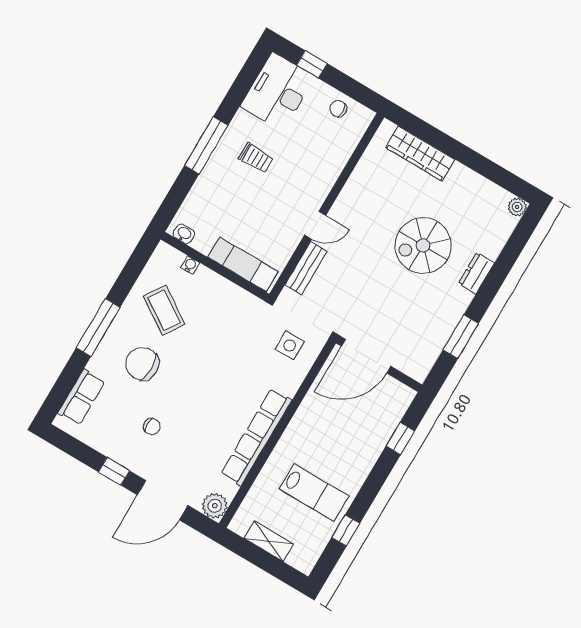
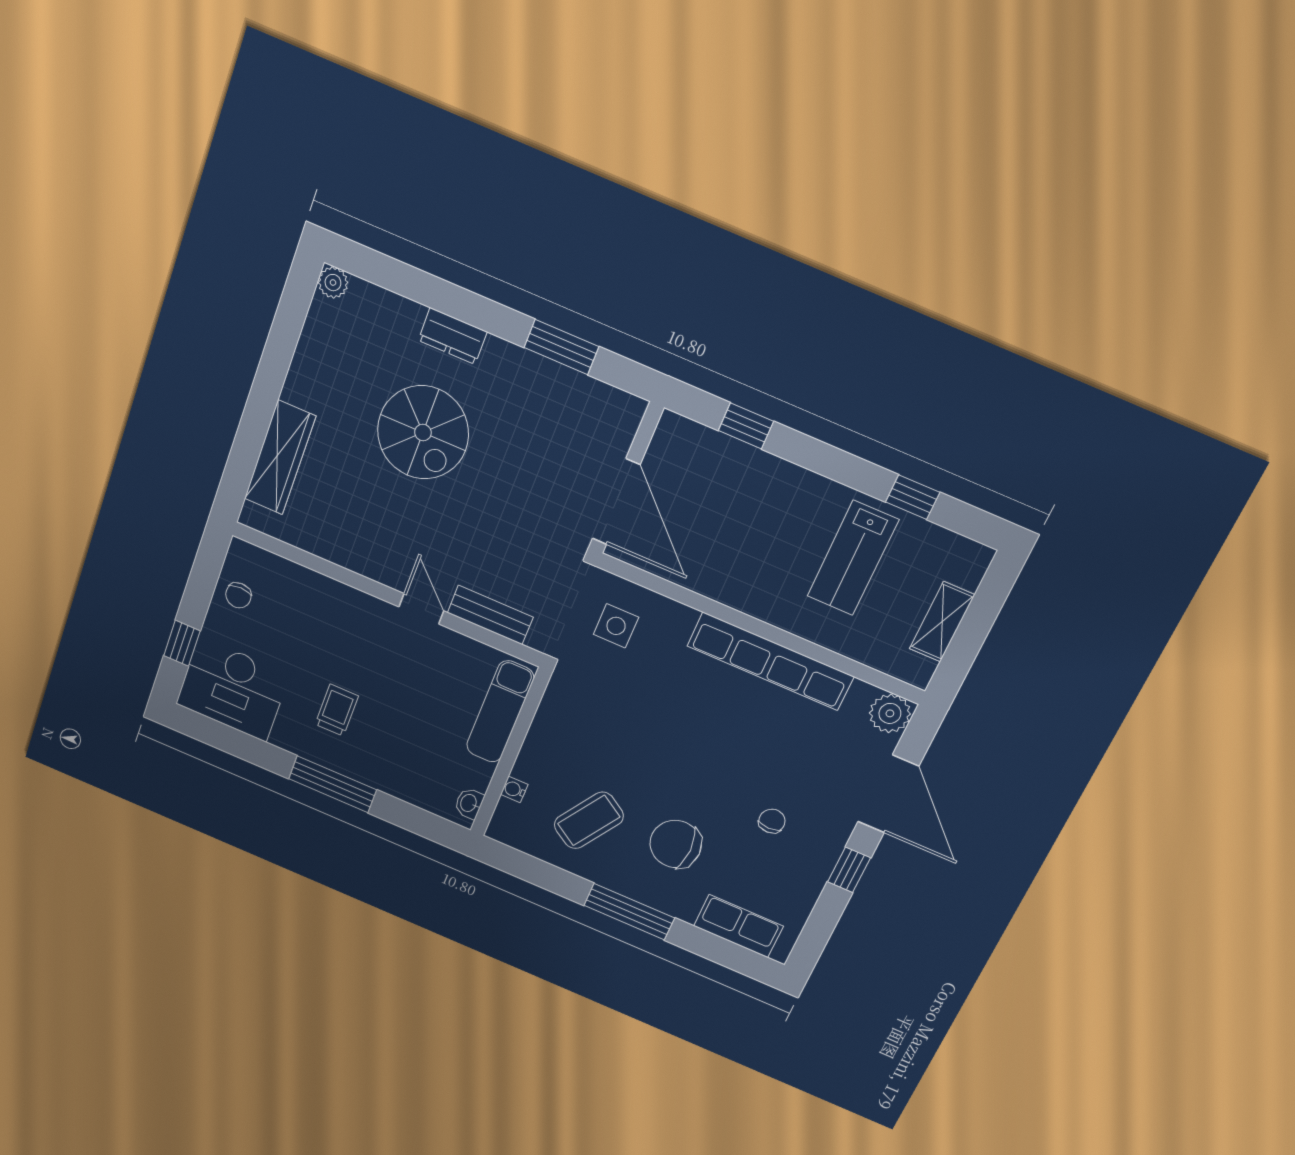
chair: (142, 364) -> (676, 844), turned 90
lab bench: (314, 493) -> (853, 558), turned 180

